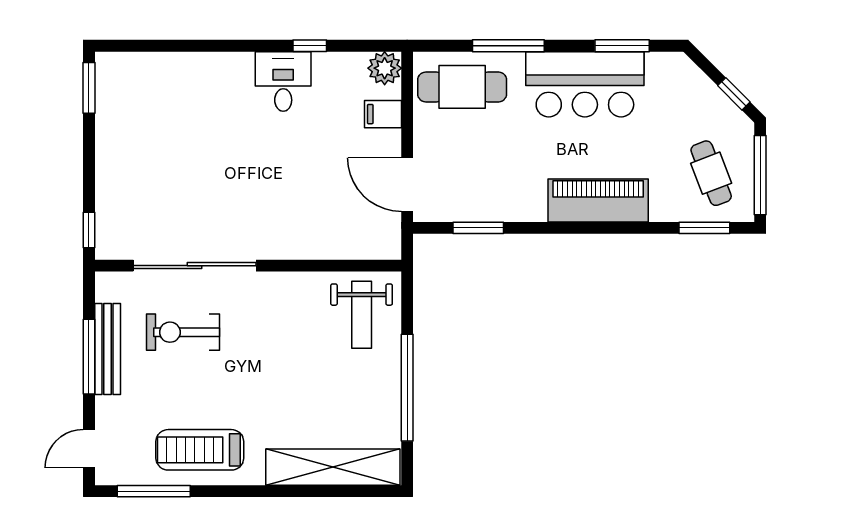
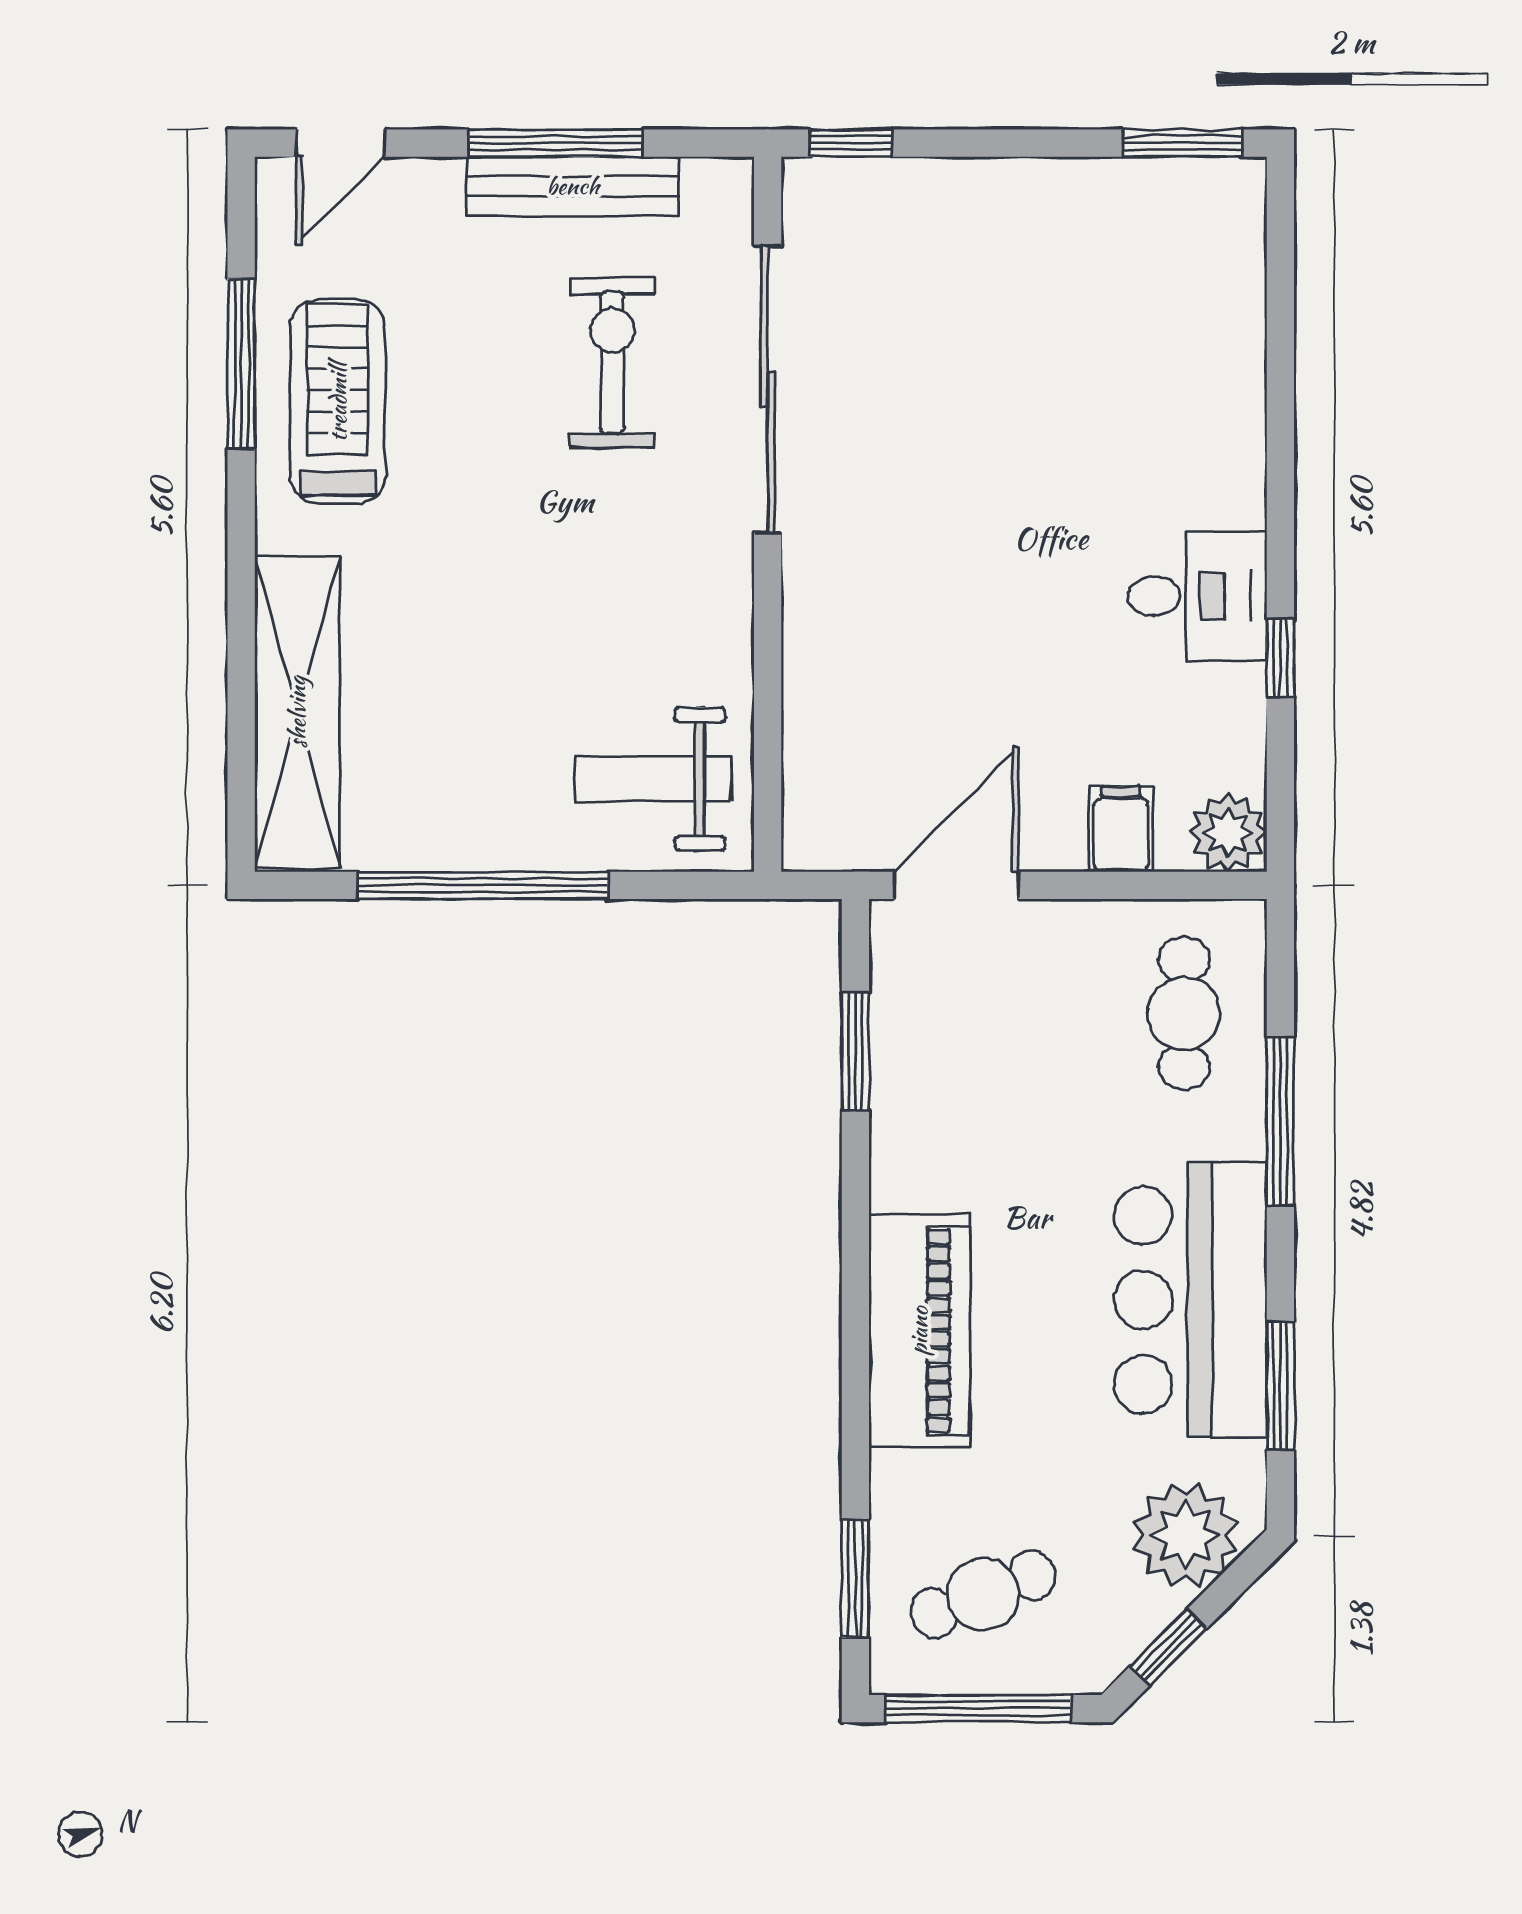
plant: (686, 86) -> (1185, 1535), added
cafe table: (462, 87) -> (1184, 1014), width x0.73, depth x0.74
door: (89, 449) -> (340, 143), swing flipped
window: (154, 491) -> (241, 364), moved

